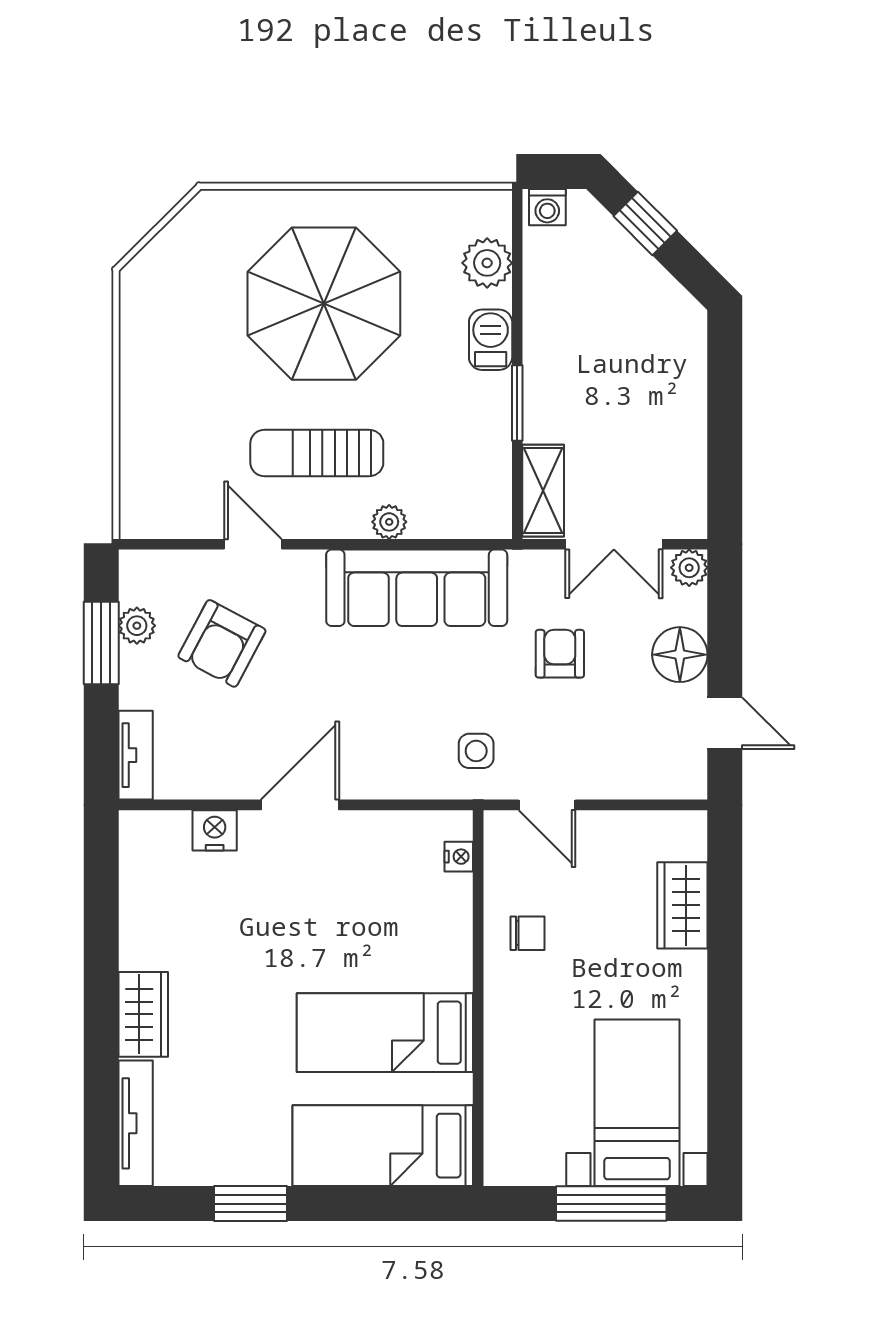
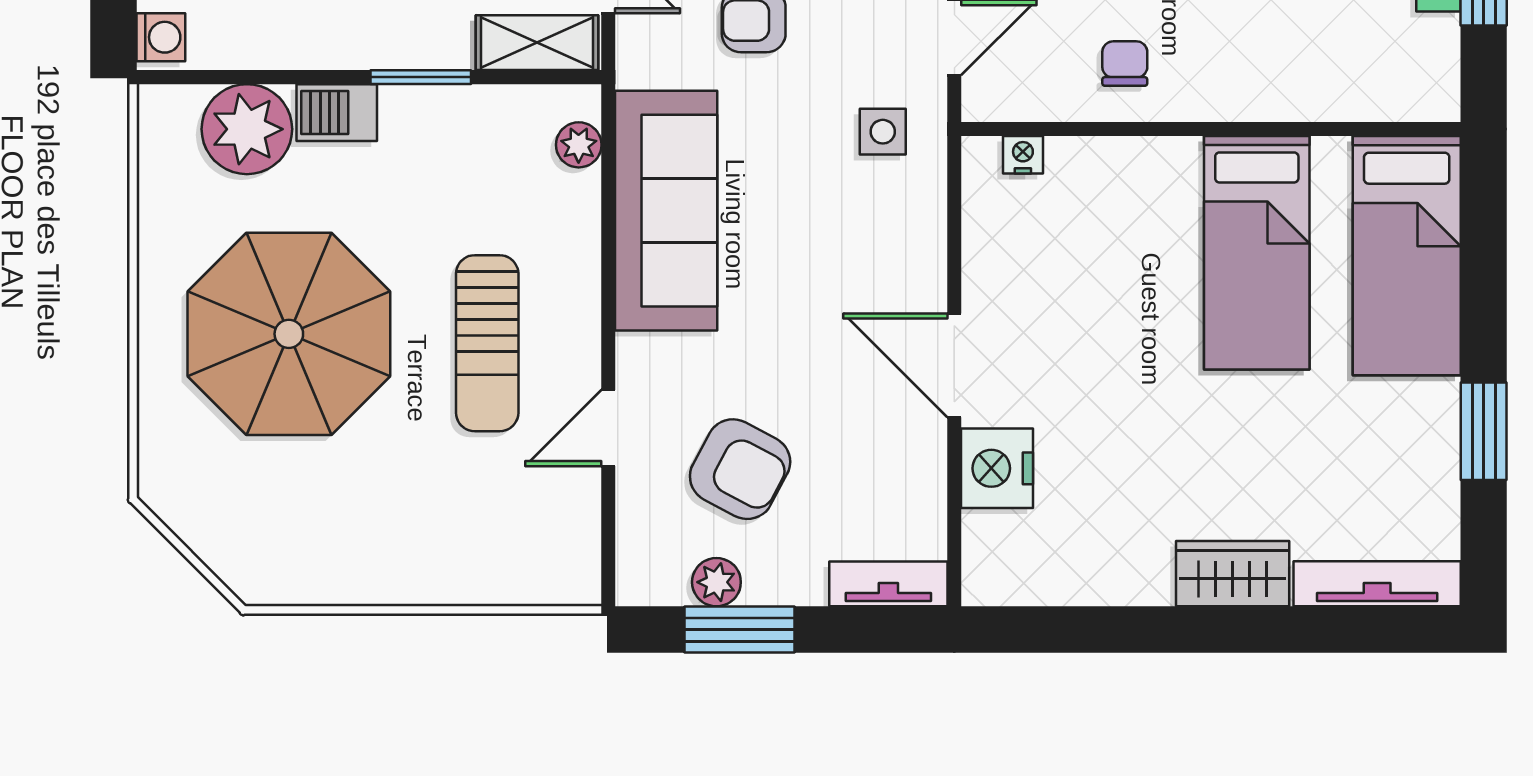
plant: (487, 263) -> (247, 129), width x1.36, depth x1.36
plant: (389, 522) -> (579, 145), moved
nightstand: (215, 830) -> (997, 468), width x1.36, depth x1.33

